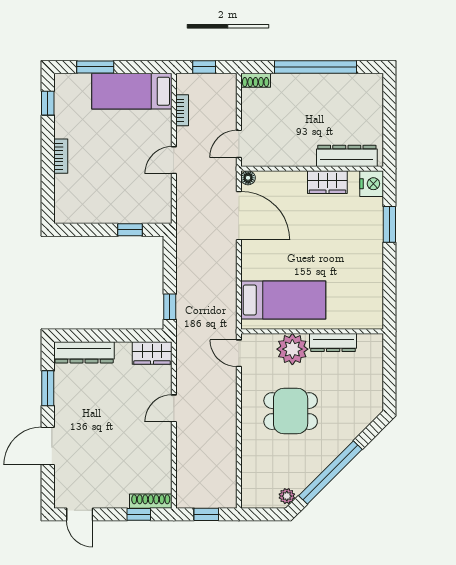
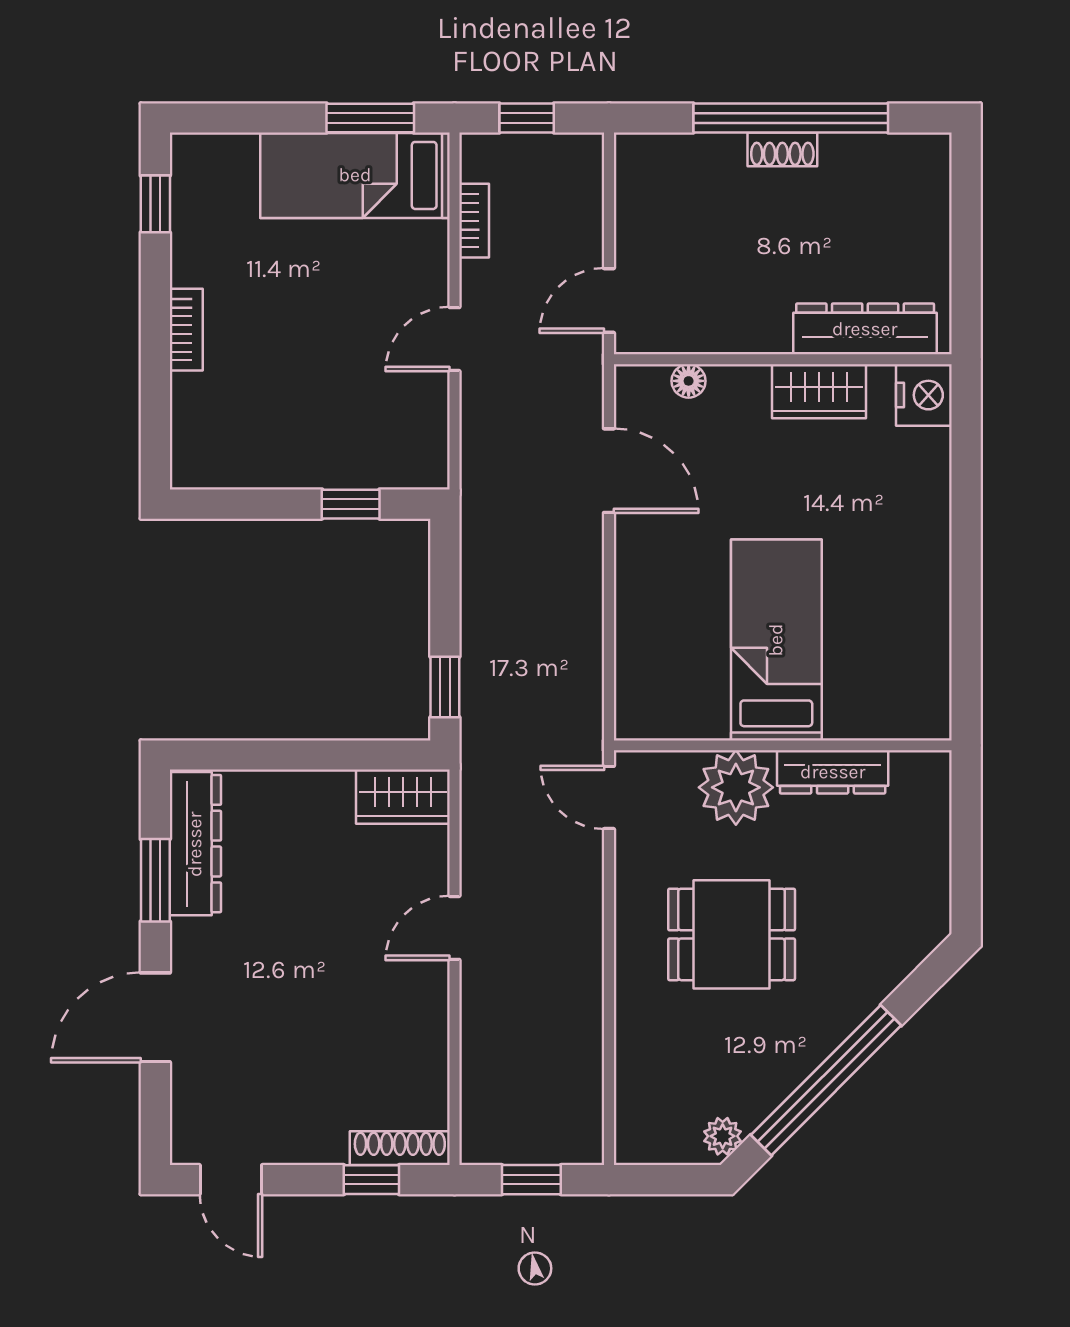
window: (95, 67) -> (370, 118), moved
shoe rack: (256, 80) -> (782, 149), moved
floor lamp: (248, 178) -> (689, 381), moved
door: (239, 216) -> (609, 471), width x0.73
window: (389, 224) -> (966, 491), removed
bed: (283, 300) -> (776, 640), moved, turned -90
dresser: (84, 352) -> (195, 844), moved, turned -90

